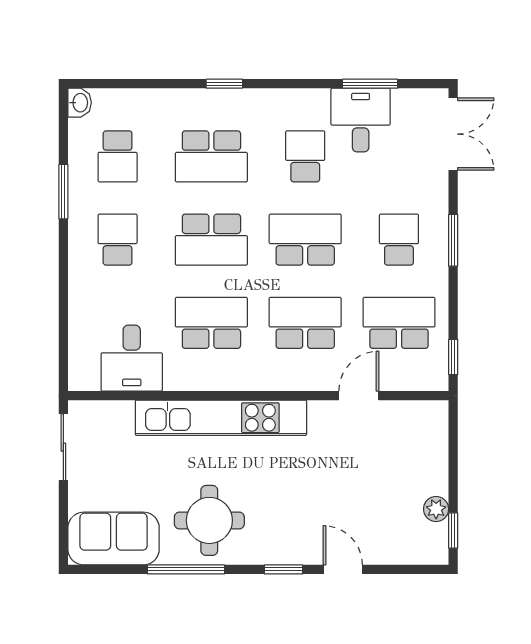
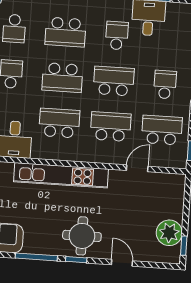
plant: (436, 509) -> (169, 233), width x1.87, depth x1.87
round table: (209, 520) -> (82, 236), moved
window: (284, 569) -> (76, 260), moved

